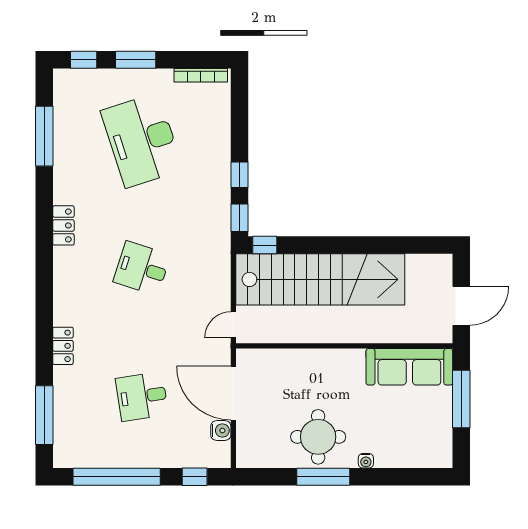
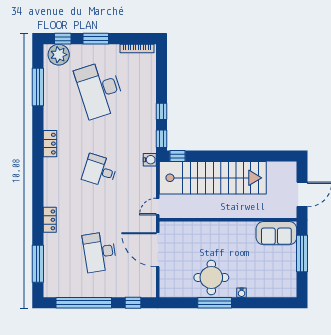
plant: (77, 85) -> (59, 55), added
sofa: (409, 367) -> (276, 233), width x0.73
desk: (142, 396) -> (100, 252), width x1.37
water cooler: (221, 431) -> (150, 160), moved

